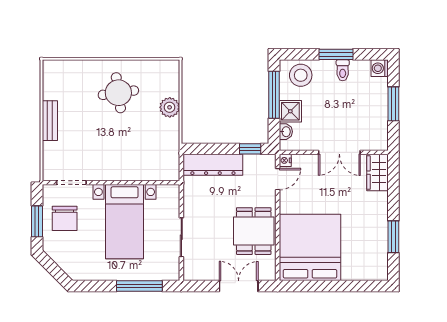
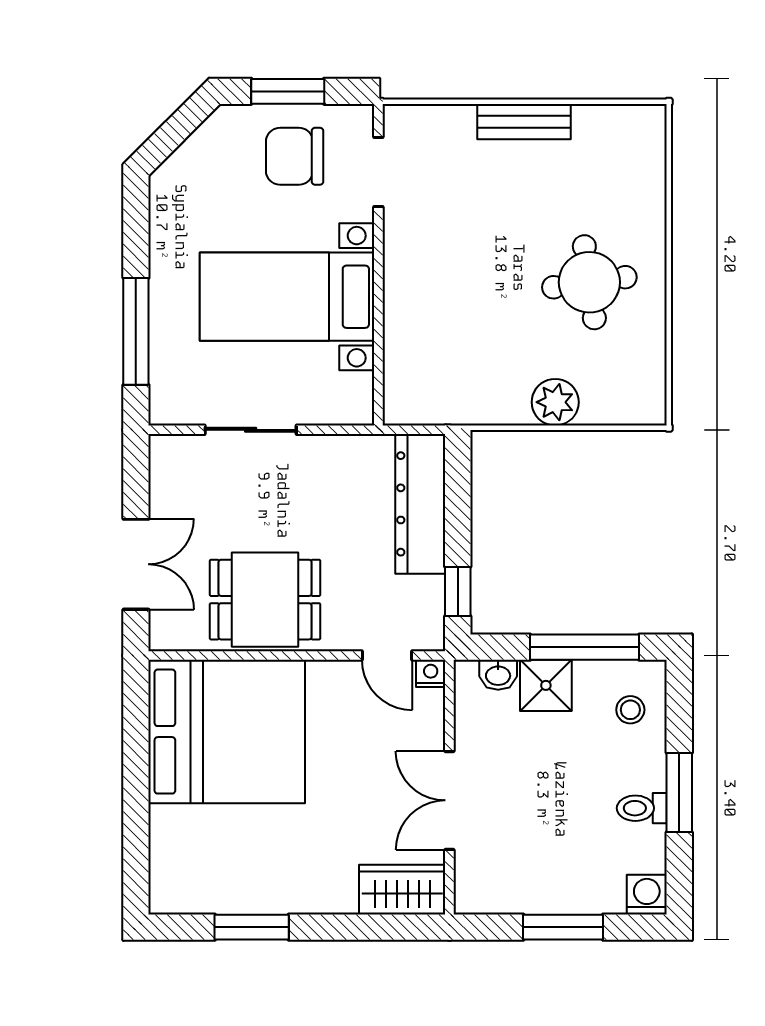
stool: (301, 75) -> (630, 710), width x0.53, depth x0.53

